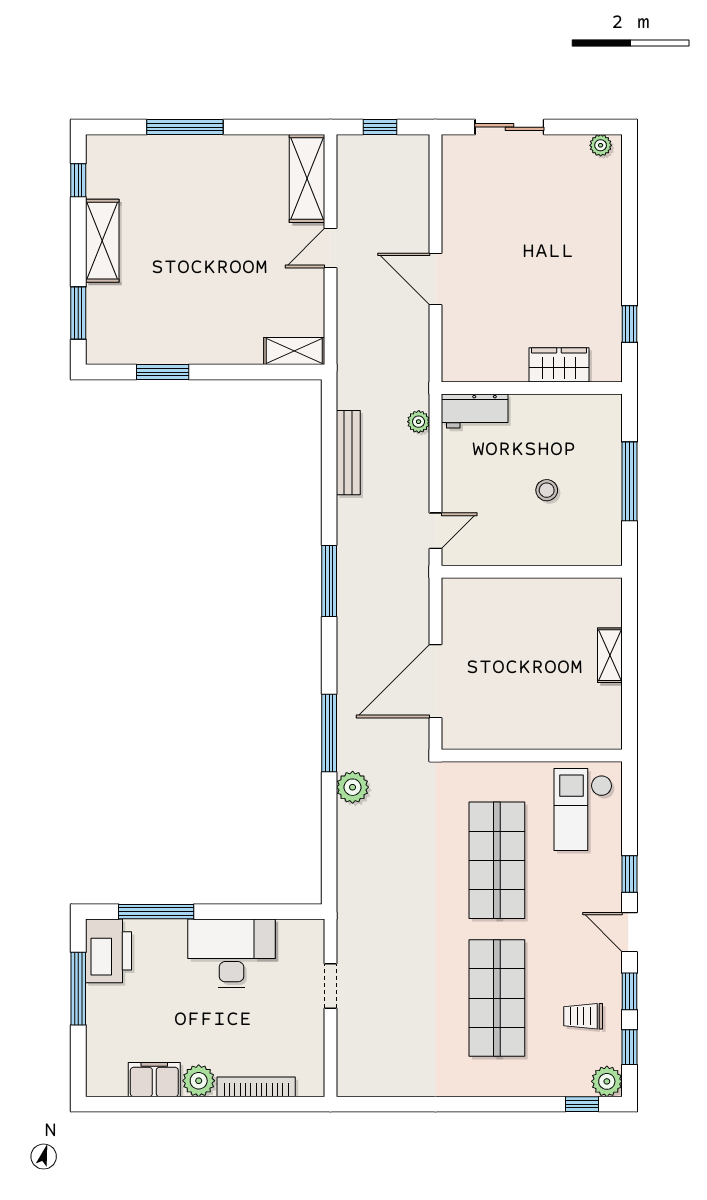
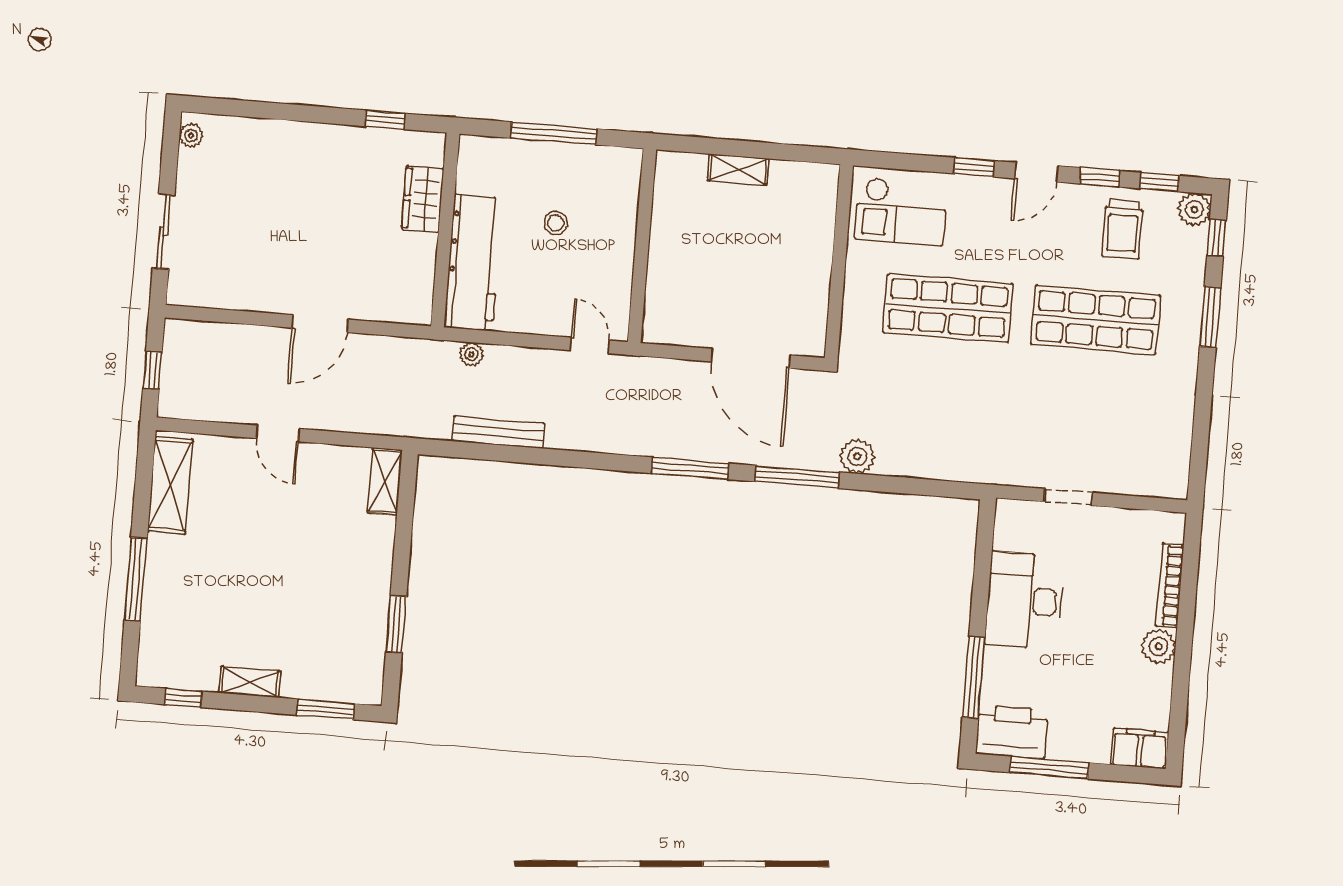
shelving: (307, 178) -> (170, 485), moved, turned 90
shelving: (102, 241) -> (250, 682), width x0.67, depth x0.75
workbench: (475, 411) -> (473, 263), width x1.88, depth x1.32
window: (329, 581) -> (690, 468), moved
trolley: (583, 1016) -> (1122, 229), width x1.36, depth x1.39
filing cabinet: (154, 1080) -> (1140, 748), moved, turned 90
window: (508, 1104) -> (1210, 317), added

